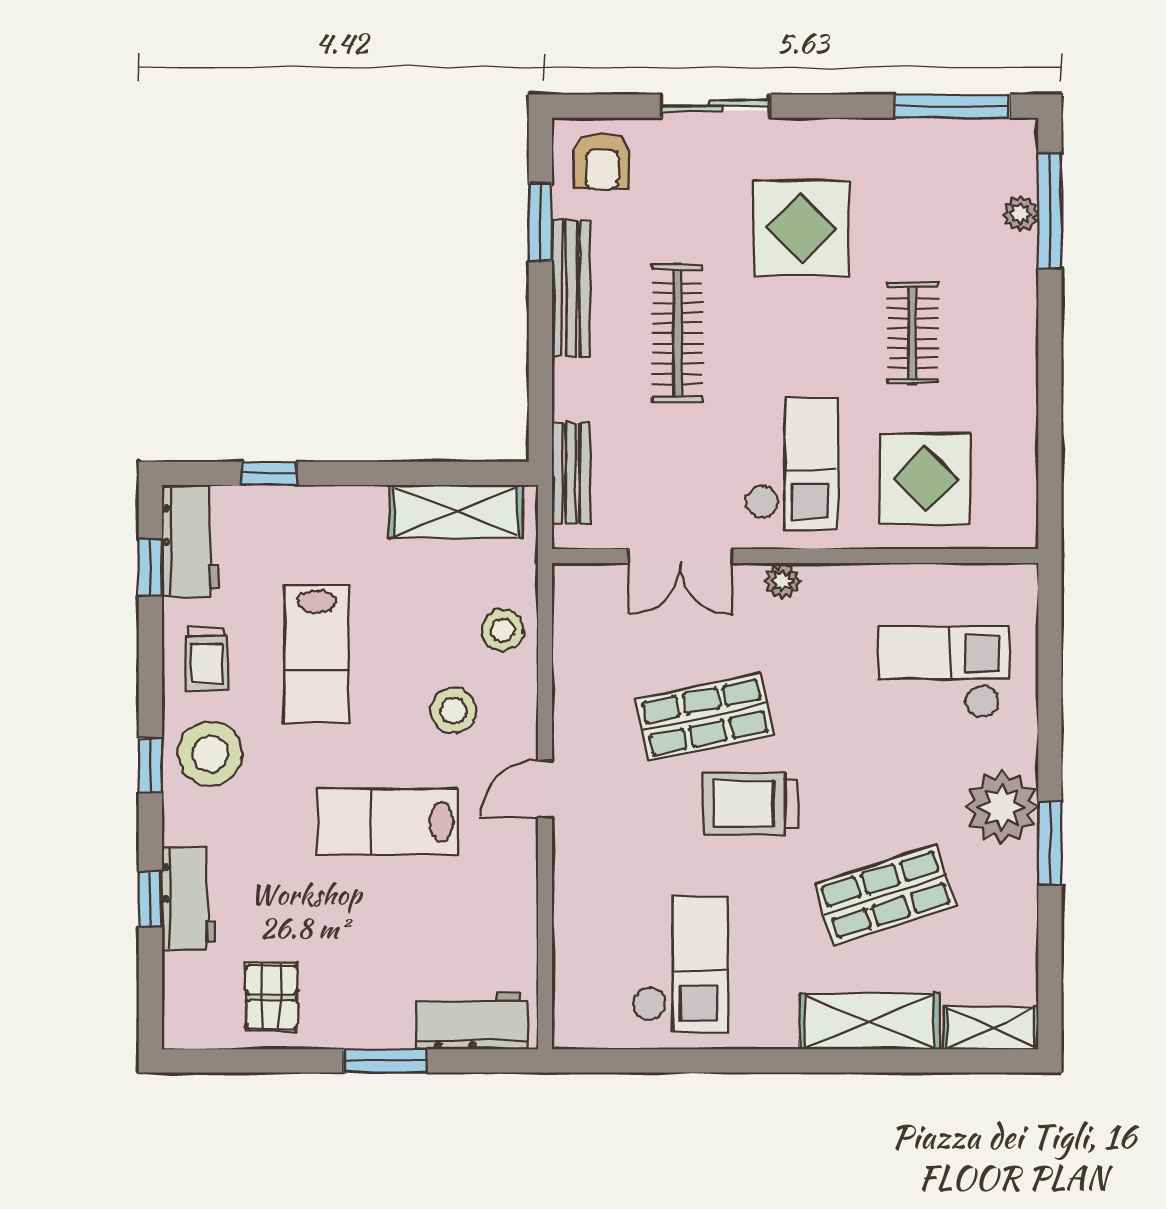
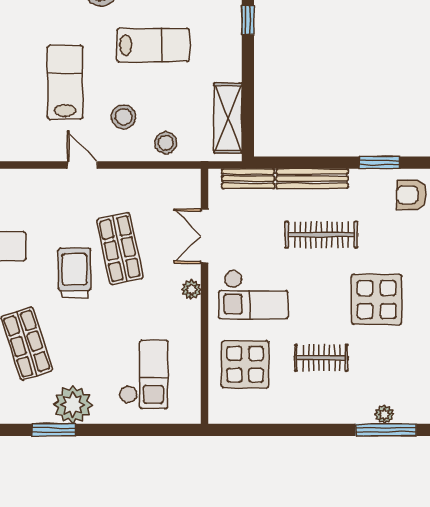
bench: (571, 289) -> (312, 179), moved
lab bench: (317, 654) -> (153, 45), turned 180

